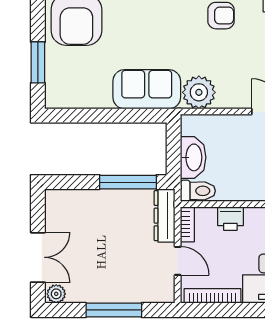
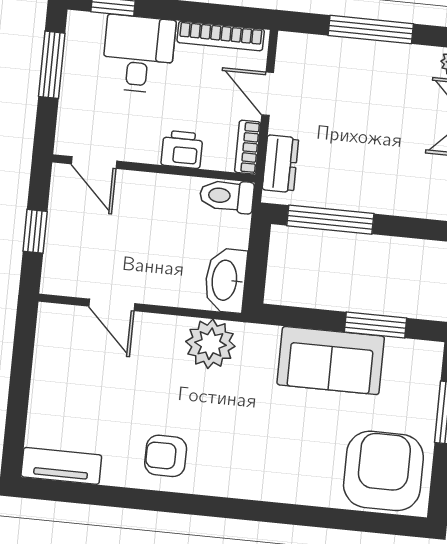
sofa: (147, 89) -> (331, 361), moved
window: (91, 116) -> (376, 325), added
washbasin: (193, 157) -> (226, 280), moved
dresser: (165, 216) -> (280, 164), width x0.70

